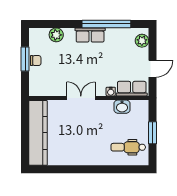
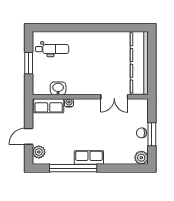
plant: (56, 35) -> (141, 158), moved
door: (152, 69) -> (29, 136), moved
double door: (81, 98) -> (114, 97), moved

